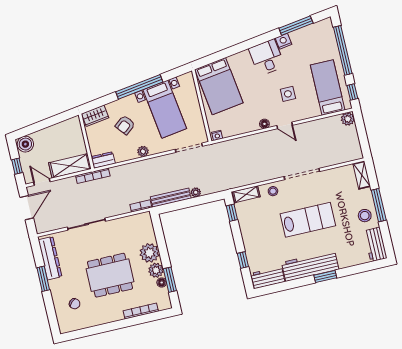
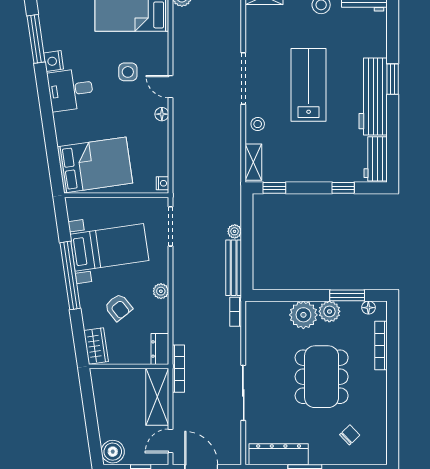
door: (285, 125) -> (170, 87), swing flipped
floor lamp: (162, 282) -> (368, 308), moved

